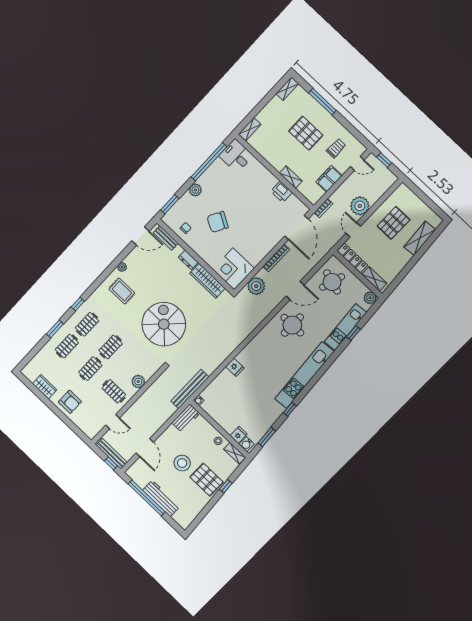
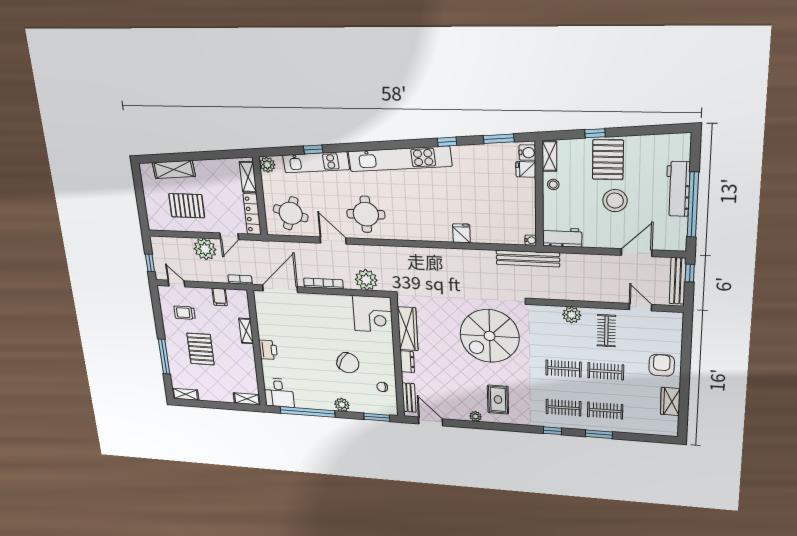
filing cabinet: (329, 179) -> (220, 297), width x0.50
printer: (281, 192) -> (268, 350), moved

